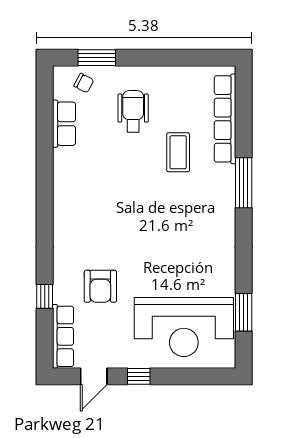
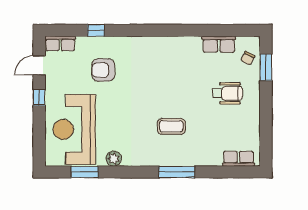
row of seats: (225, 119) -> (238, 159), width x0.50
coffee table: (178, 152) -> (171, 126), moved
plant: (225, 271) -> (114, 159), added
row of seats: (63, 336) -> (60, 43), width x0.68
door: (94, 376) -> (39, 65), hinge flipped

